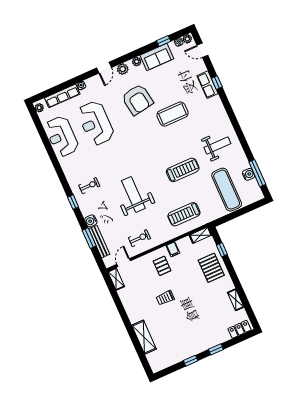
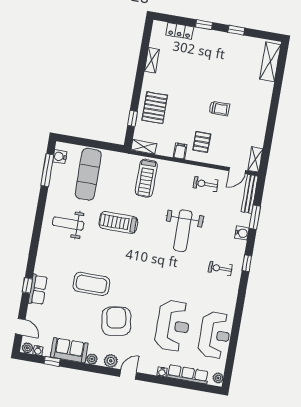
water cooler: (248, 174) -> (60, 157), moved
treadmill: (184, 214) -> (146, 178), turned 90
bench: (99, 242) -> (250, 194), moved
locker: (240, 329) -> (180, 31), moved
shelving: (144, 337) -> (270, 62), moved

